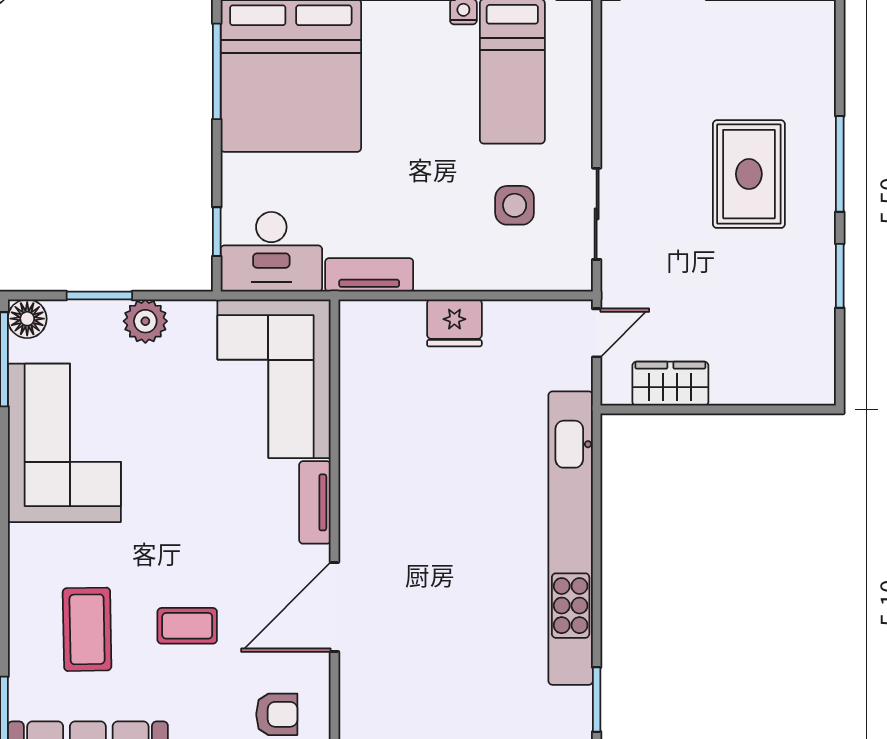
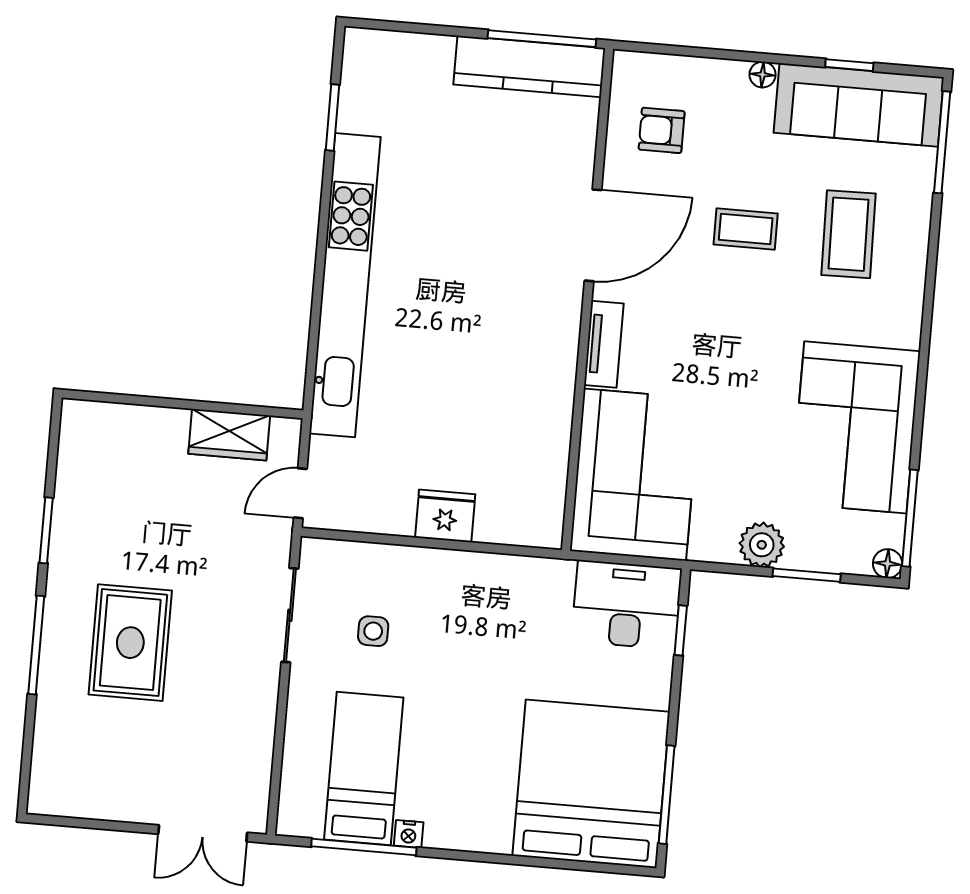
side table: (515, 205) -> (373, 631), width x0.73, depth x0.73
tv unit: (369, 275) -> (528, 573), removed
floor lamp: (27, 319) -> (888, 564), width x0.73, depth x0.73

